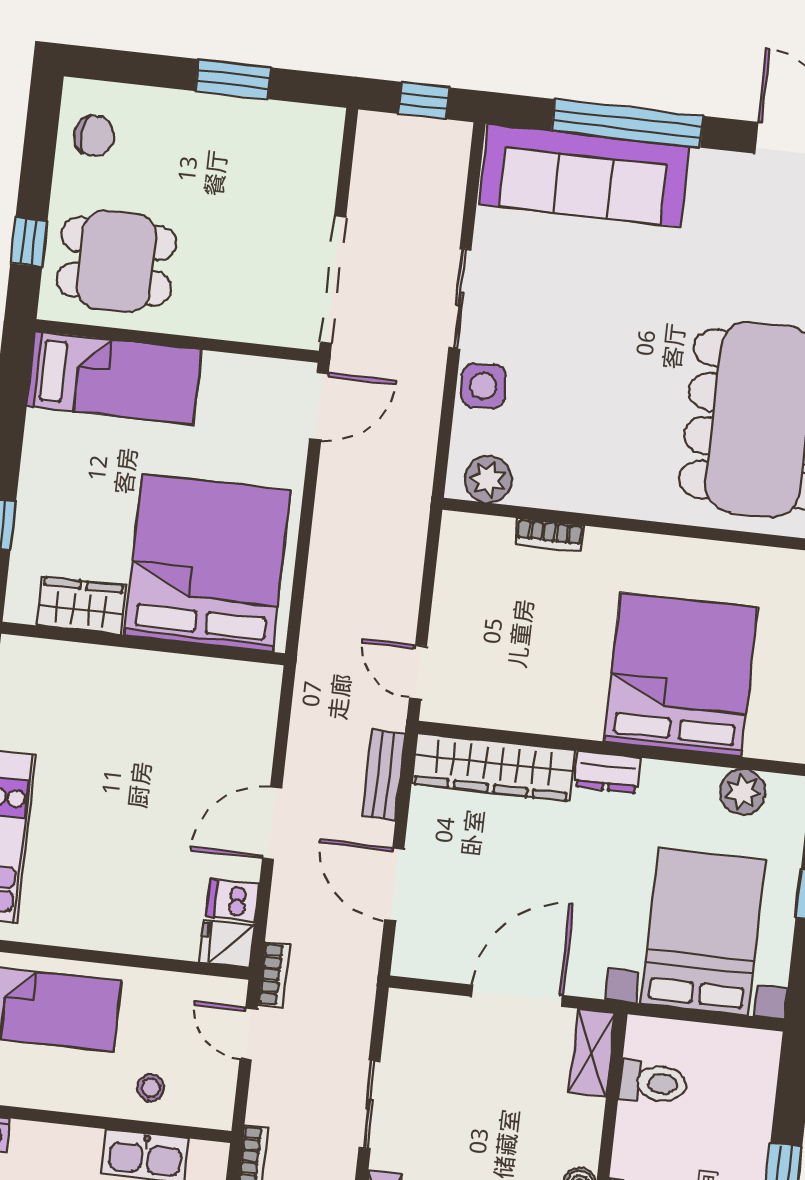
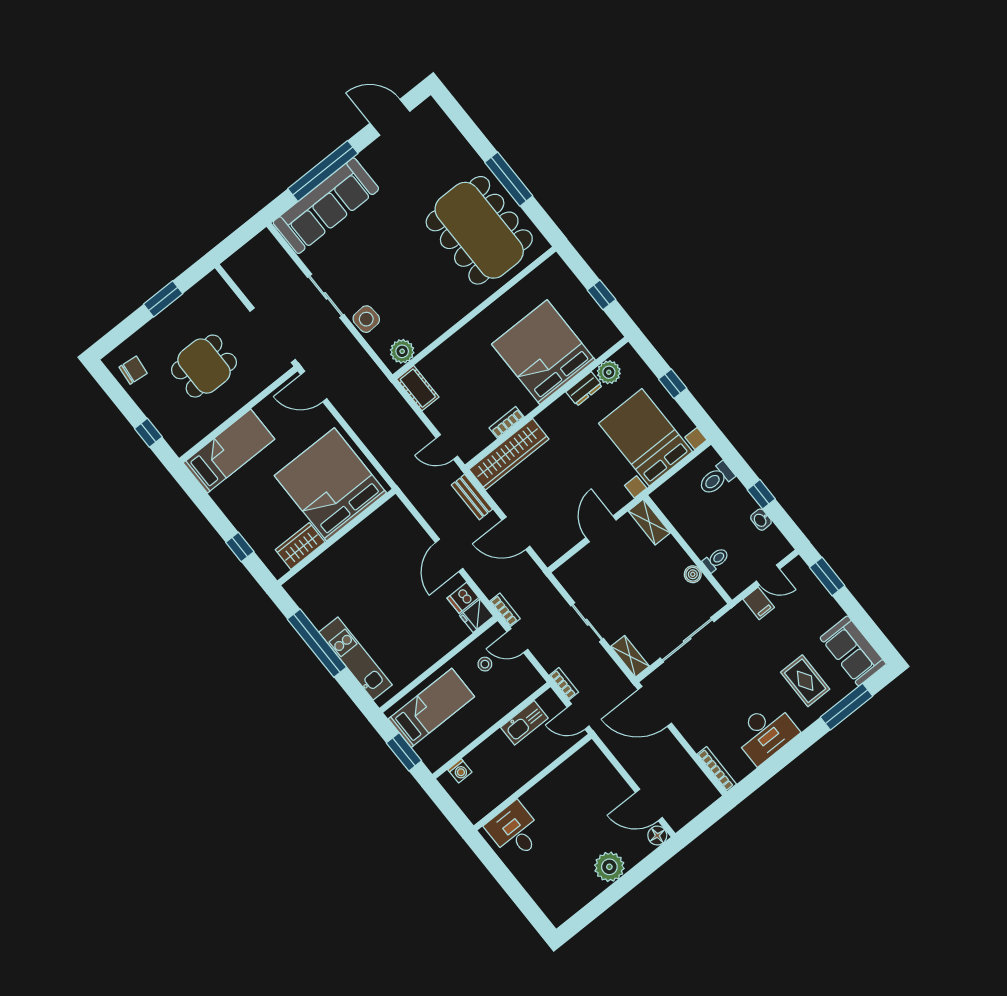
window: (424, 101) -> (240, 237), removed
dining table: (116, 261) -> (204, 366), moved
door: (319, 406) -> (314, 387), swing flipped
bookcase: (549, 535) -> (507, 422), moved, turned 180
cot: (459, 551) -> (418, 388), added
dresser: (607, 772) -> (584, 389), moved
door: (517, 996) -> (601, 529), width x0.73
toilet: (653, 1083) -> (716, 479), moved, turned 180
stool: (151, 1088) -> (485, 664), moved

